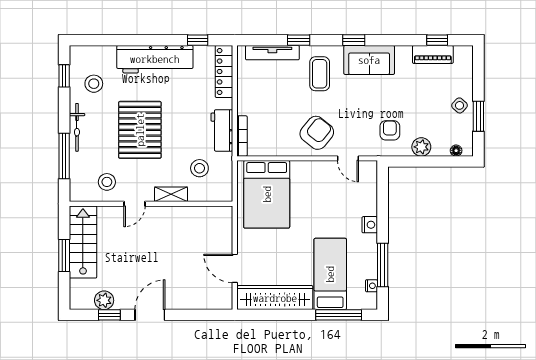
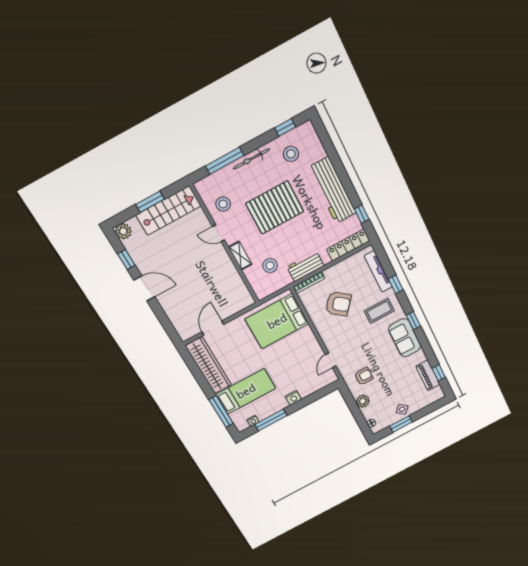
armchair: (317, 133) -> (338, 304), moved
plant: (104, 300) -> (123, 231), moved

